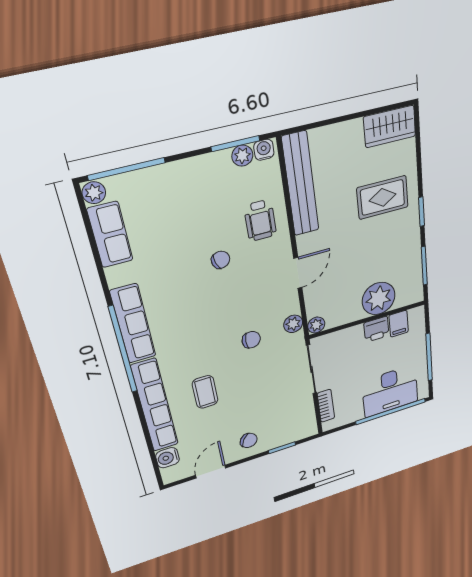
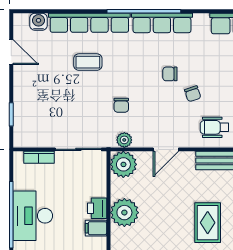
door: (298, 273) -> (166, 149), hinge flipped
plant: (316, 325) -> (123, 164), width x1.88, depth x1.88
chair: (249, 440) -> (170, 74), moved, turned 59

